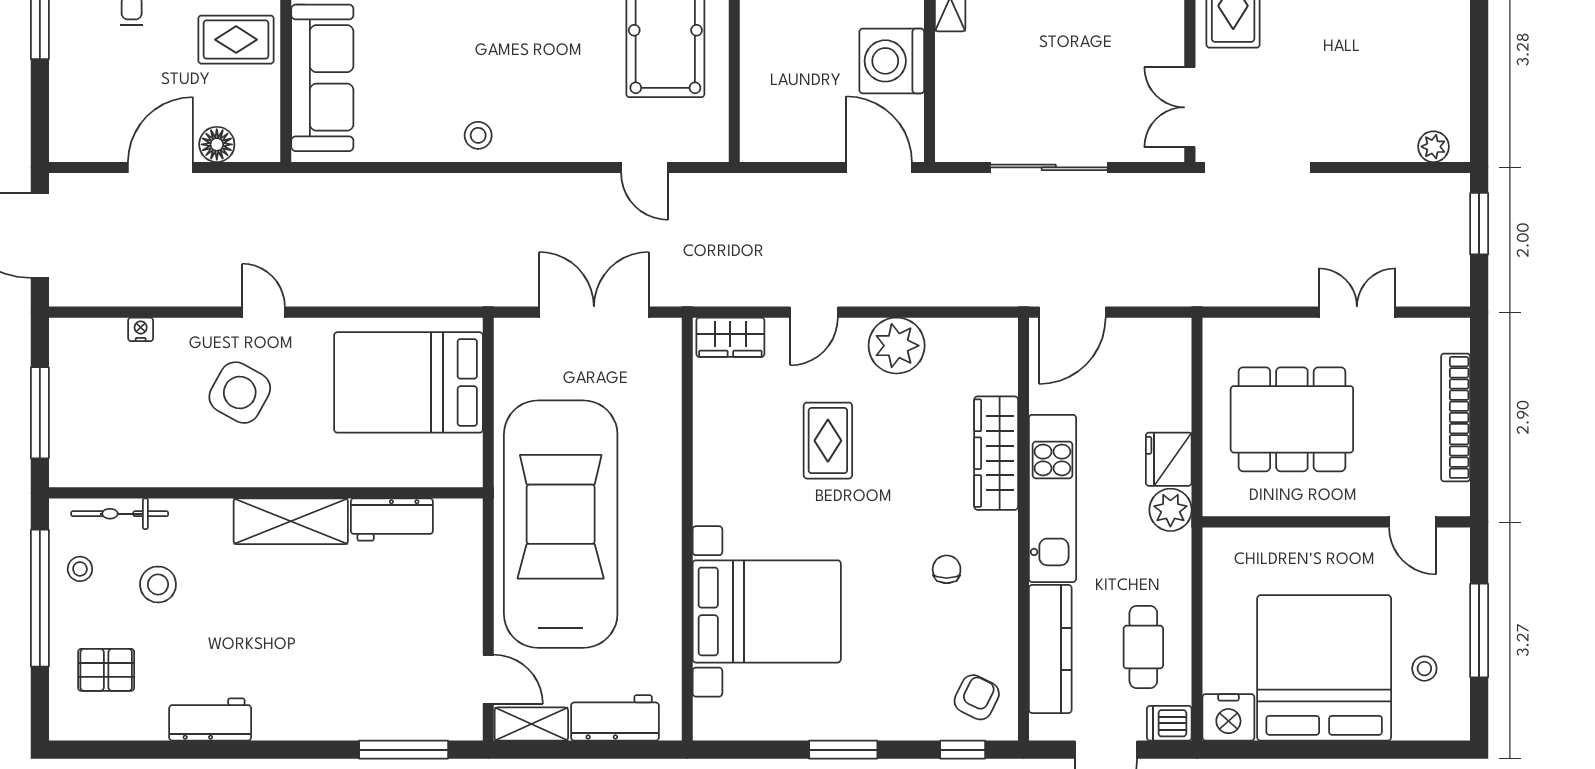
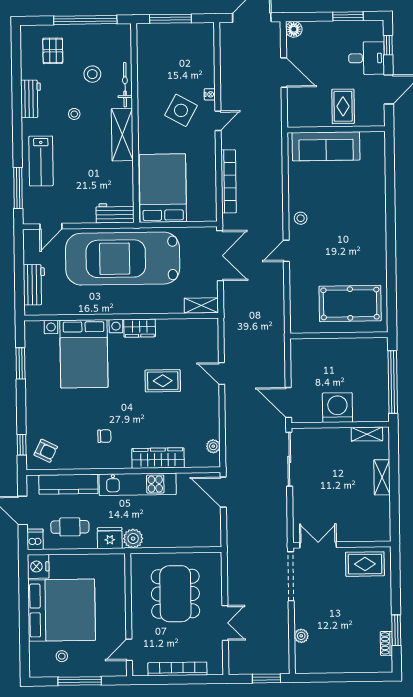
floor lamp: (217, 144) -> (294, 29), moved
plant: (1433, 147) -> (301, 636), moved
door: (644, 167) -> (286, 251), moved
door: (879, 167) -> (288, 403), swing flipped
sliding door: (1049, 167) -> (289, 459), moved
bookcase: (396, 291) -> (229, 181), added
double door: (594, 312) -> (220, 256), moved
nightstand: (141, 329) -> (210, 94), moved
wardrobe: (730, 337) -> (140, 328), moved, turned -90
plant: (897, 346) -> (213, 446), moved, width x0.53, depth x0.53
bed: (408, 382) -> (163, 188), moved
fridge: (1169, 459) -> (110, 538), moved
bicycle: (120, 514) -> (125, 85), moved
workbench: (392, 520) -> (115, 213), moved, turned 90
car: (561, 524) -> (123, 259), turned 180
stool: (80, 569) -> (74, 114), moved
lab bench: (346, 699) -> (41, 161), added
shelving: (531, 724) -> (201, 306), moved, turned 90
window: (843, 750) -> (20, 363), moved

